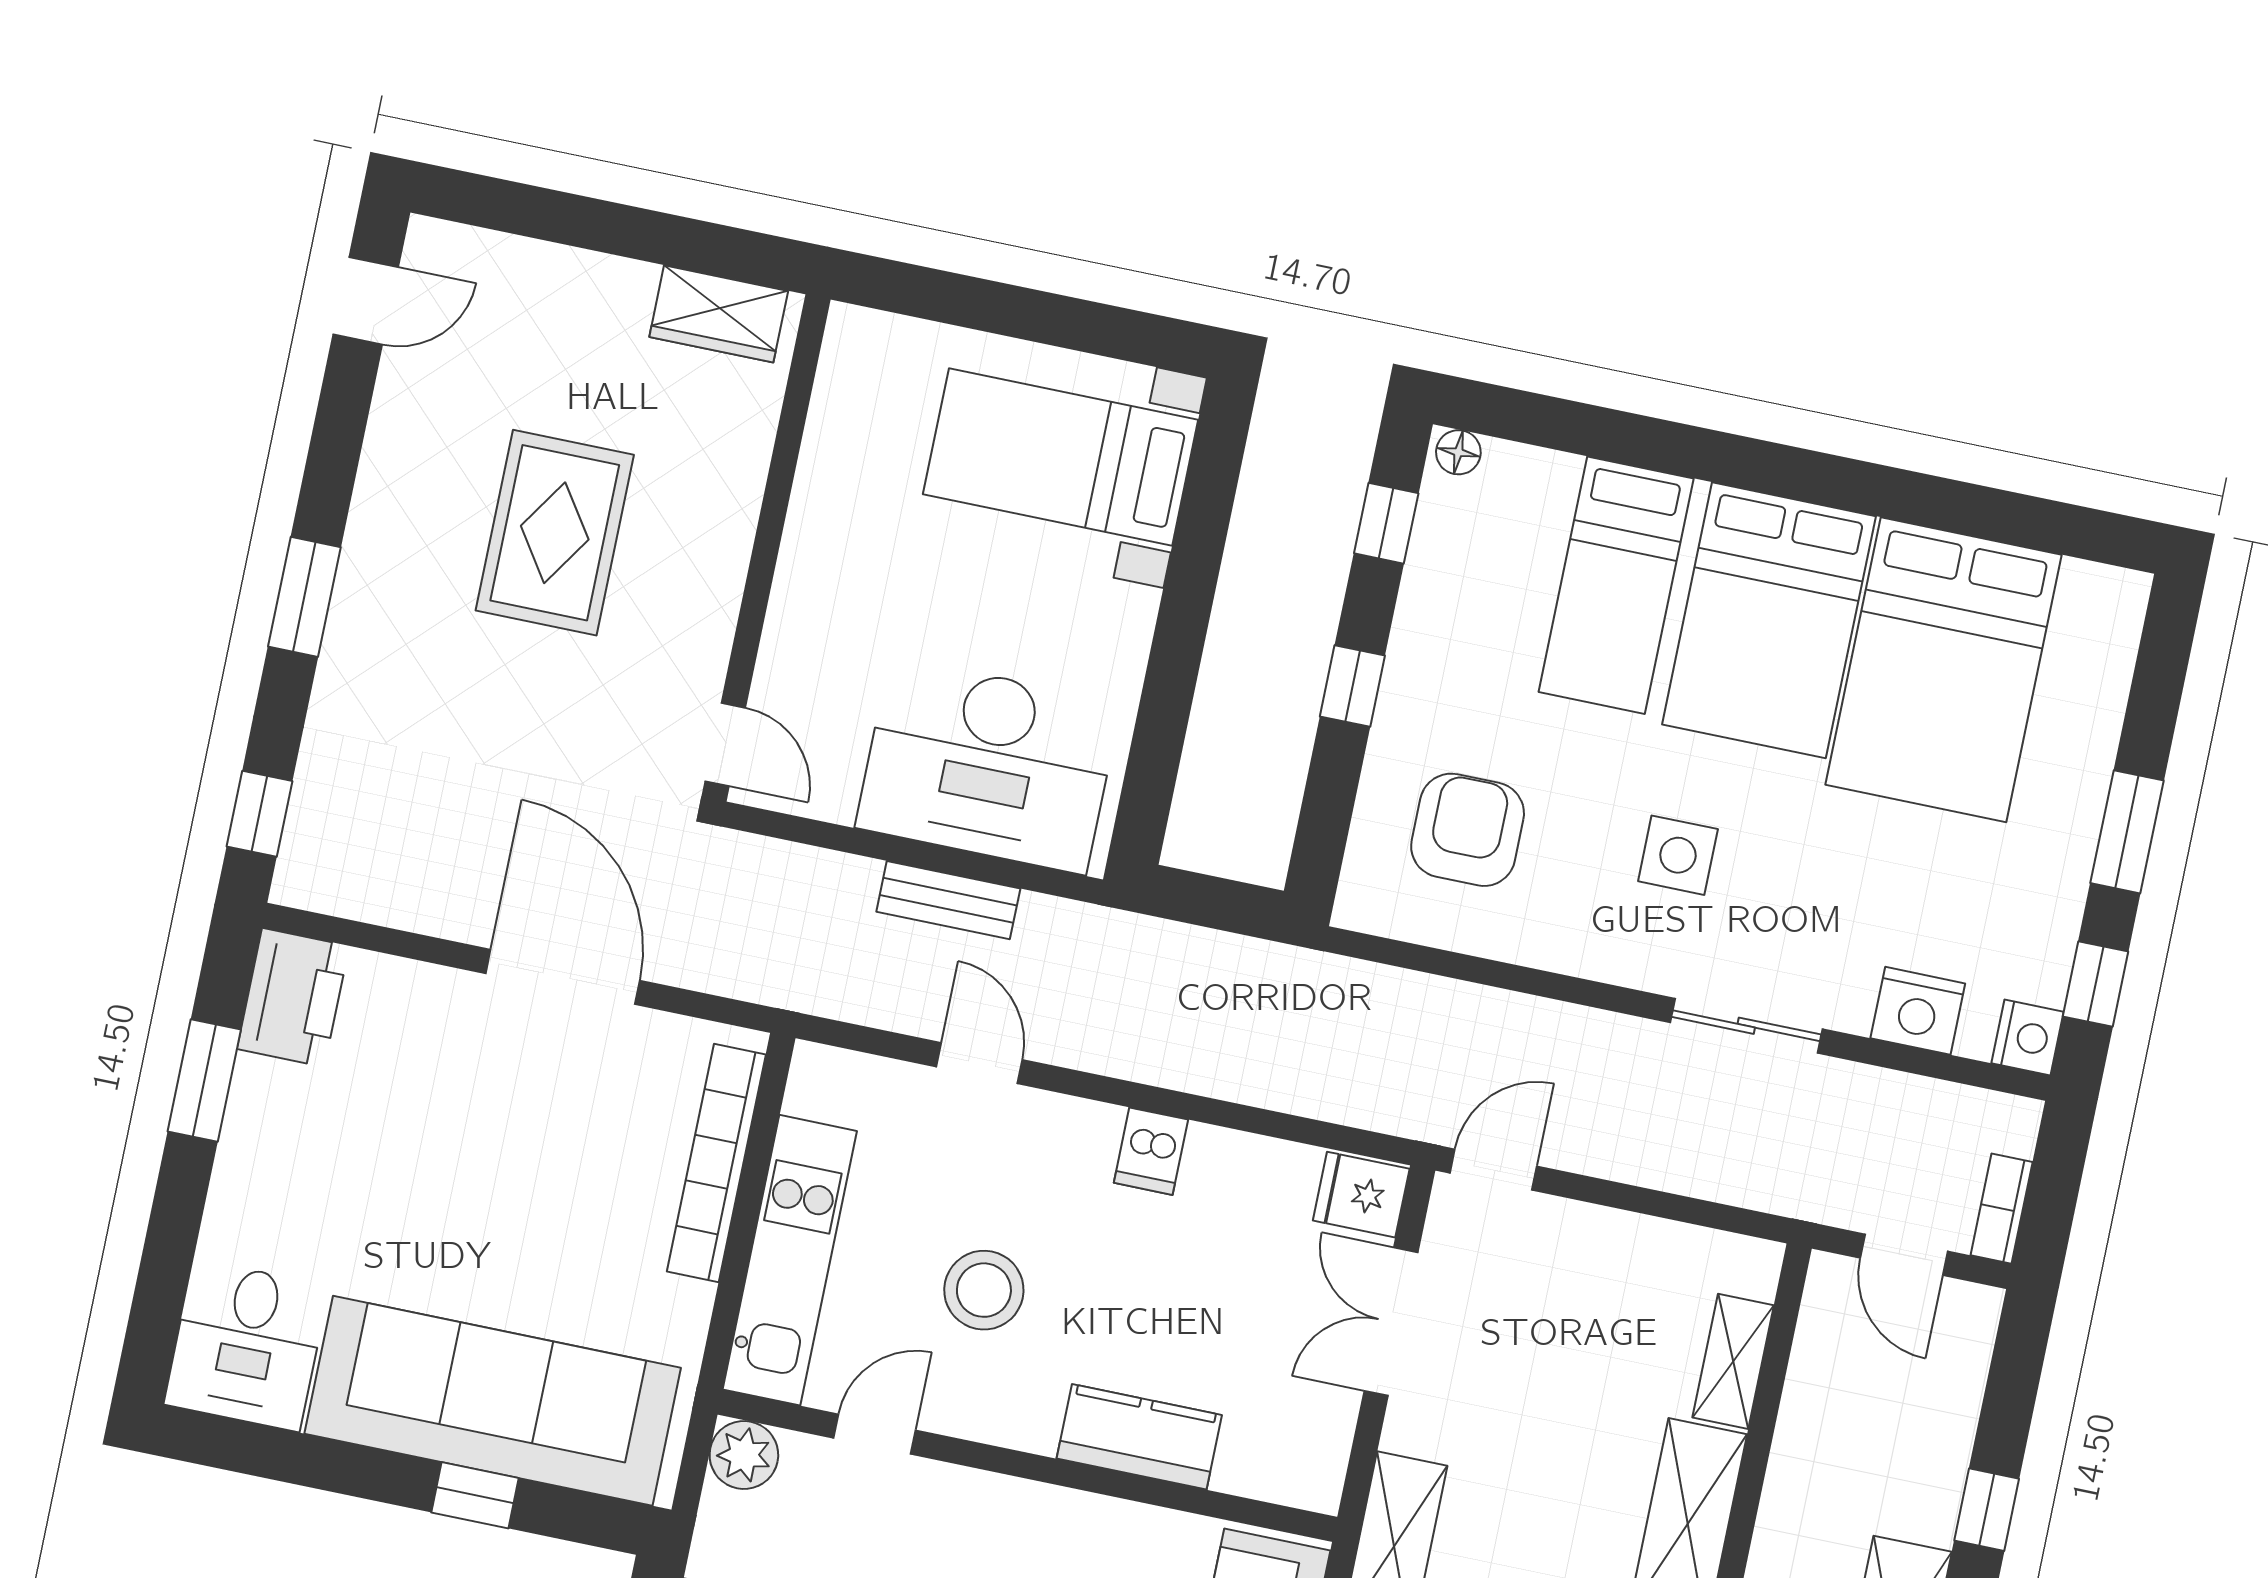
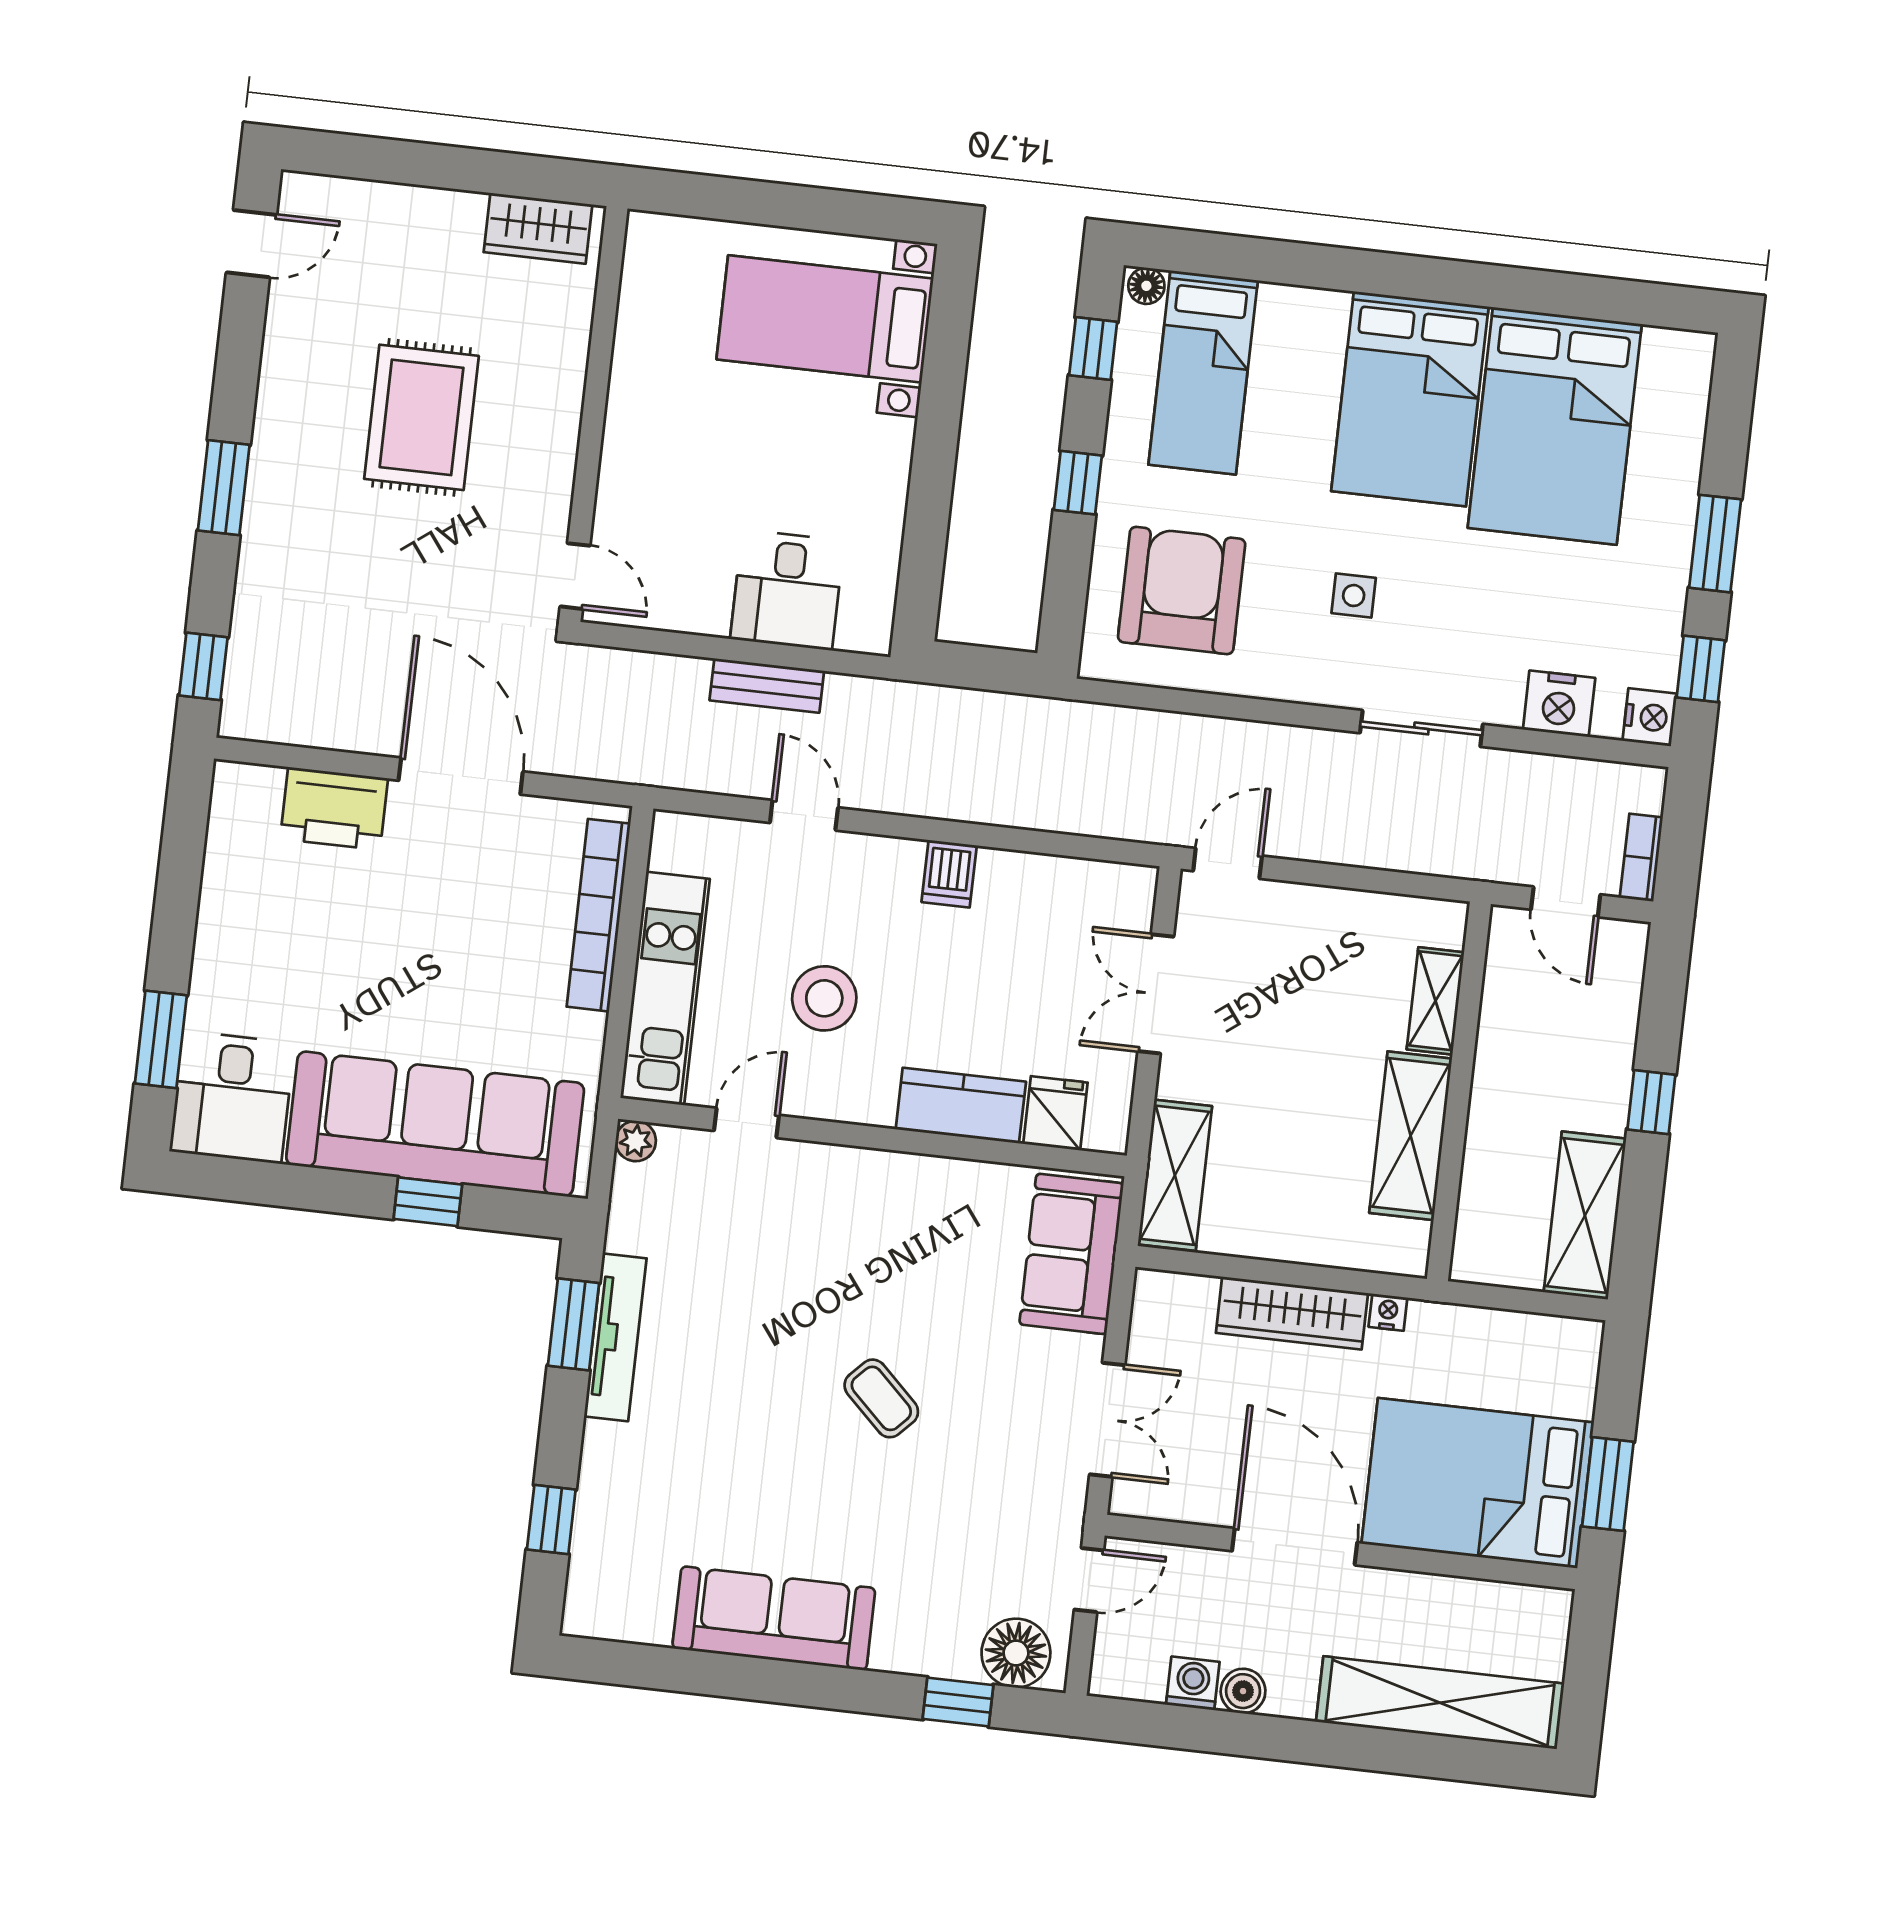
bed: (1616, 585) -> (1203, 373), moved
desk: (988, 765) -> (787, 590), width x0.53, depth x0.77
armchair: (1468, 830) -> (1182, 590), width x1.36, depth x1.36
side table: (1678, 855) -> (1354, 596), width x0.73, depth x0.73
printer: (293, 998) -> (334, 809), moved, turned 90
window: (204, 1080) -> (161, 1039), moved
fridge: (1361, 1195) -> (1055, 1113), moved, turned 90
plant: (744, 1455) -> (636, 1141), width x0.73, depth x0.73

